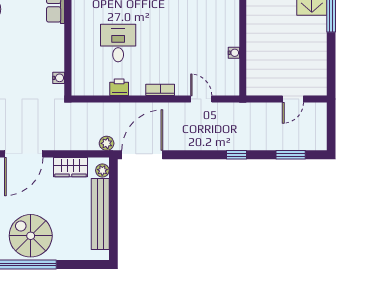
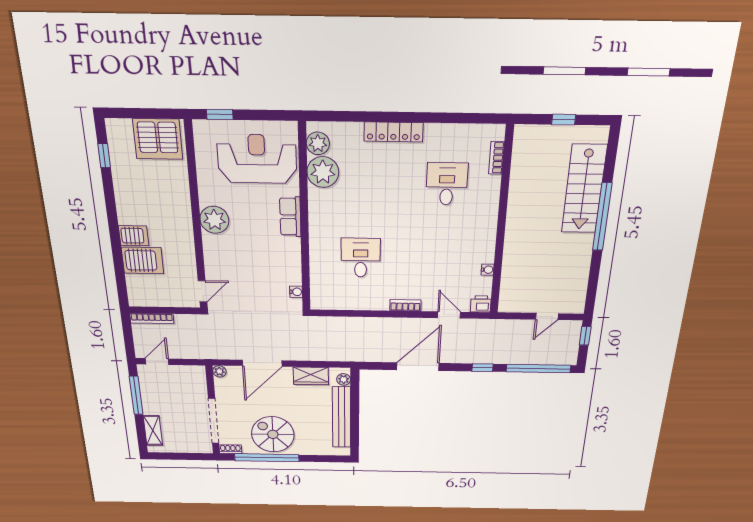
printer: (119, 87) -> (481, 304), moved
window: (331, 119) -> (585, 336), added
plant: (107, 143) -> (348, 355), removed
door: (142, 155) -> (418, 367), moved
window: (291, 155) -> (538, 369), width x2.11

